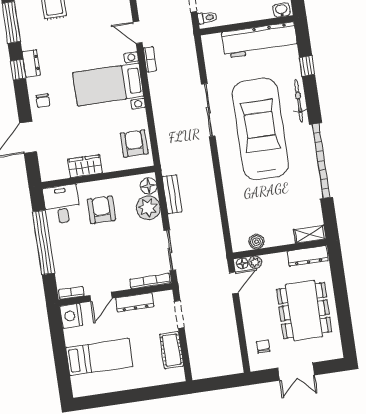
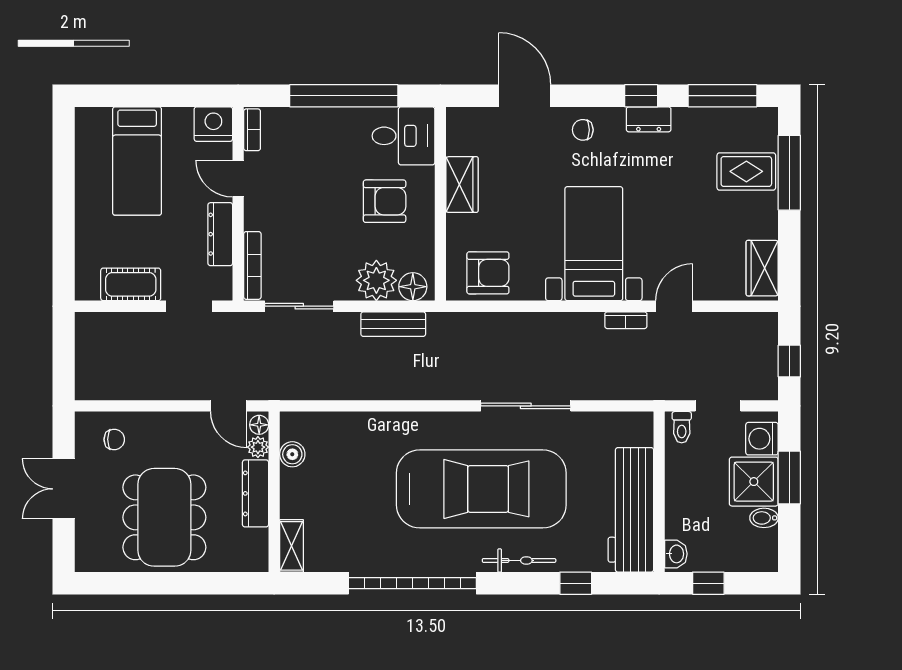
dresser: (308, 256) -> (256, 493), moved
dining table: (304, 311) -> (164, 517), turned 90

